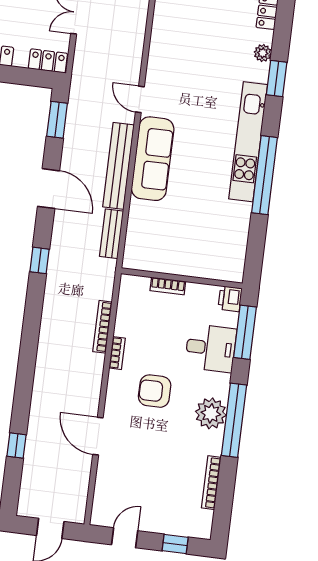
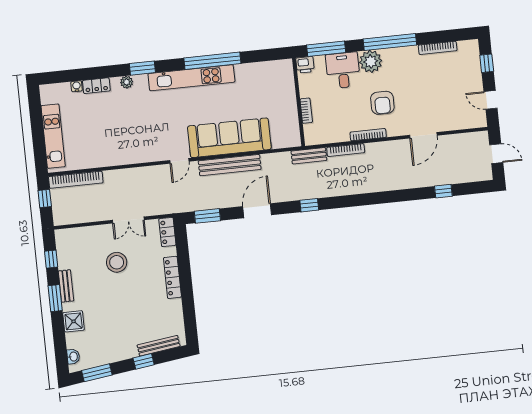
sofa: (153, 159) -> (229, 138), width x1.36, depth x1.27
bench: (111, 234) -> (309, 156), moved
bookcase: (117, 353) -> (368, 135), width x1.56
plant: (211, 413) -> (371, 61), moved

